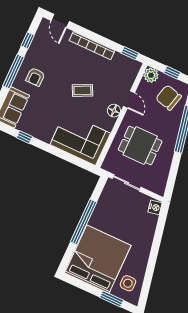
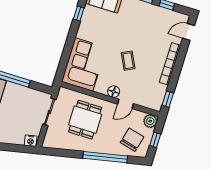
armchair: (35, 77) -> (135, 16), removed

